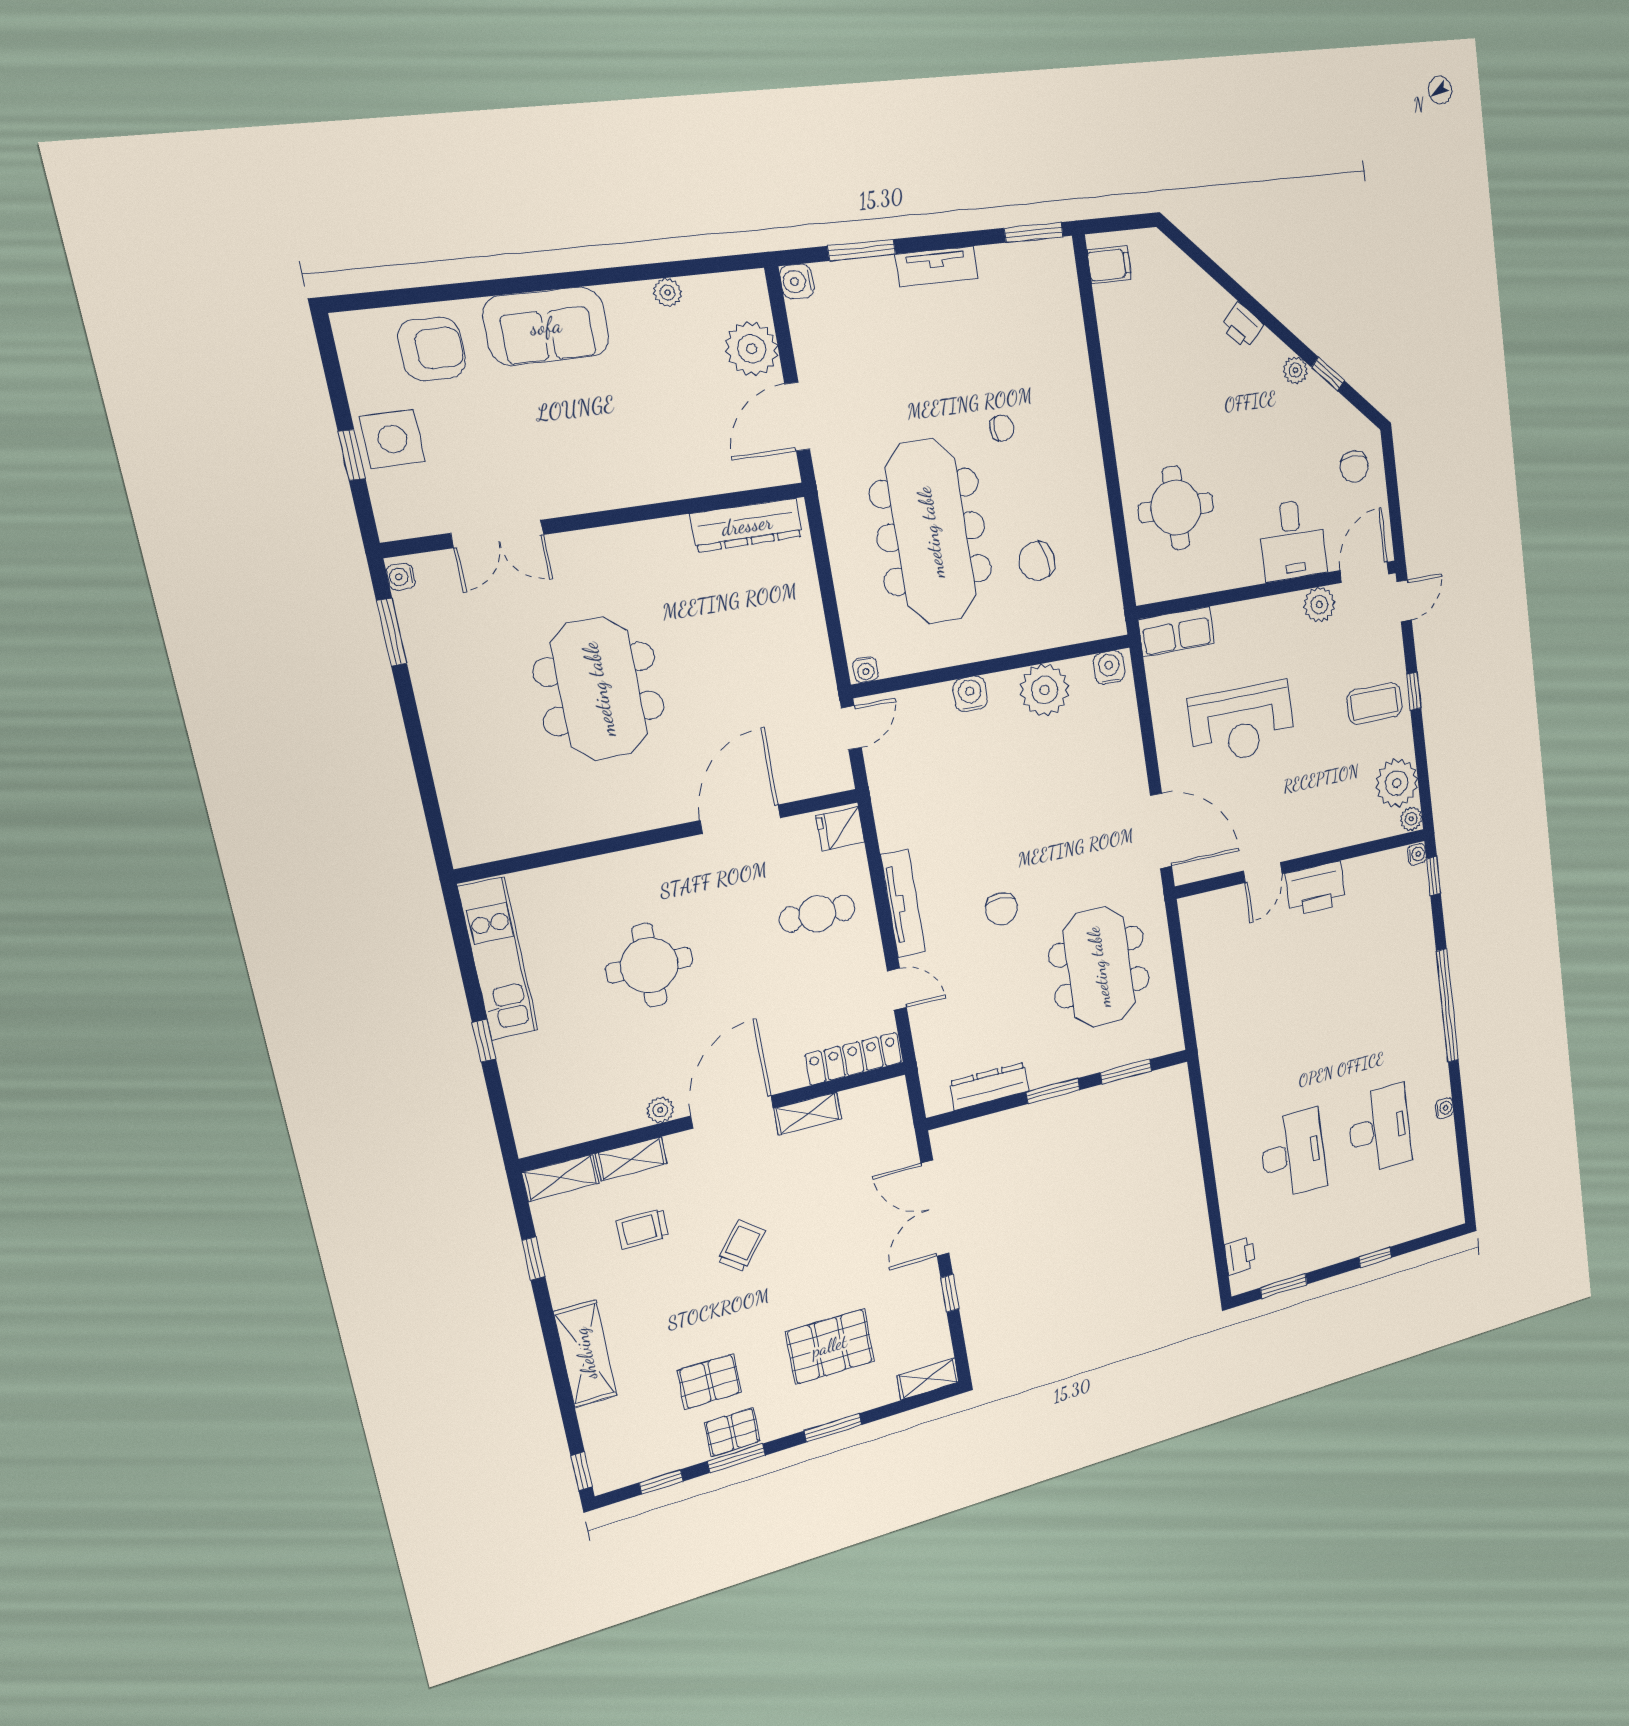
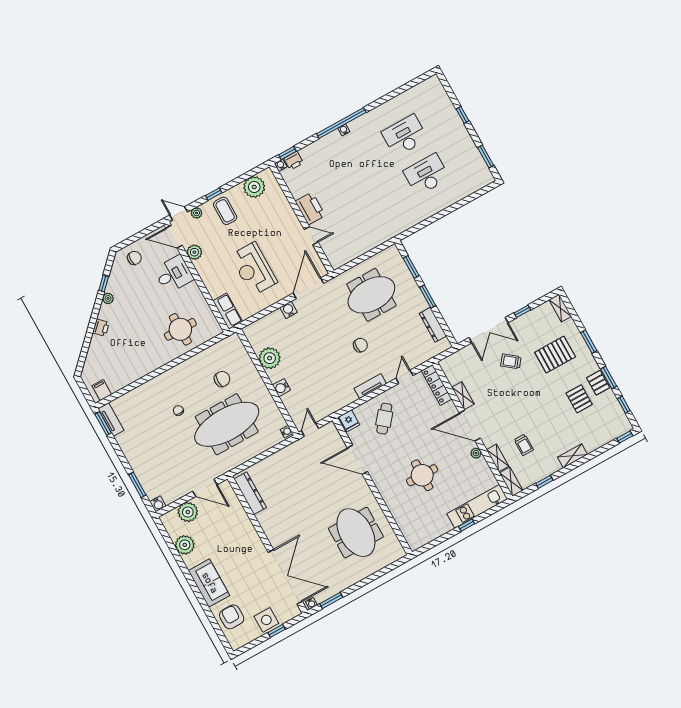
tv unit: (937, 267) -> (111, 419), moved
plant: (667, 293) -> (185, 545), width x1.87, depth x1.87
double door: (497, 534) -> (285, 577), width x1.87
chair: (1037, 561) -> (222, 379), turned -79
water cooler: (1109, 668) -> (289, 310), moved, turned 90
meeting table: (599, 689) -> (356, 533), moved, turned 90
reception desk: (1242, 723) -> (254, 269), turned 180
door: (851, 728) -> (310, 429), hinge flipped
plant: (1411, 819) -> (197, 213), moved
tv unit: (903, 903) -> (370, 386), width x0.71
cafe table: (817, 914) -> (384, 419), turned 40
kitchen unit: (498, 959) -> (477, 506), moved
water cooler: (1444, 1108) -> (344, 130), moved
trolley: (741, 1246) -> (511, 361), moved
printer: (1240, 1256) -> (294, 161), moved, turned 180
pallet: (830, 1346) -> (555, 355), turned 90
shelving: (585, 1354) -> (572, 456), width x0.67, depth x0.75

